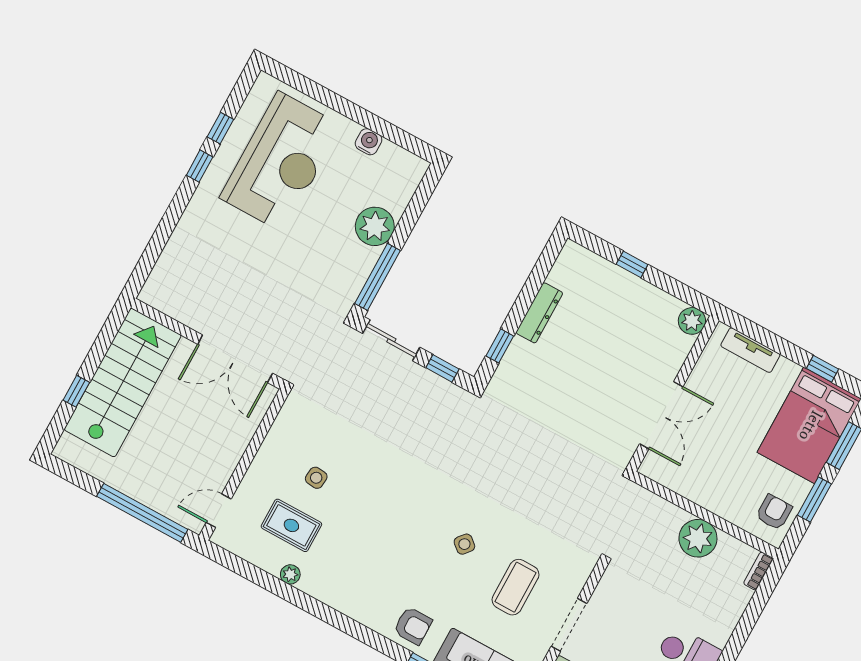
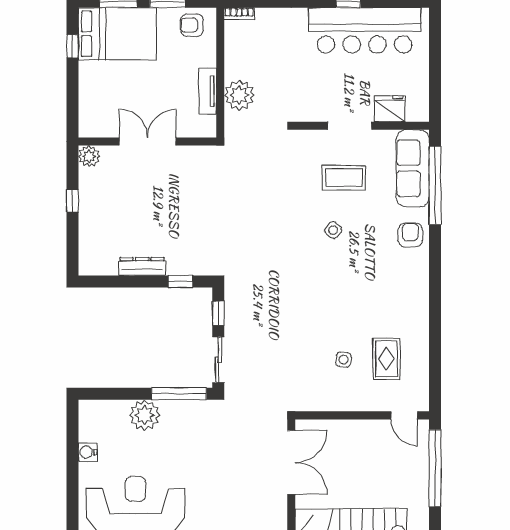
window: (632, 264) -> (72, 201), moved
tv unit: (750, 350) -> (208, 91), moved, turned 180
double door: (661, 415) -> (148, 142), moved
plant: (698, 538) -> (239, 95), moved
plant: (290, 574) -> (421, 341), removed

